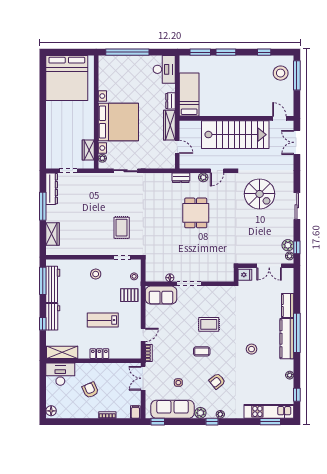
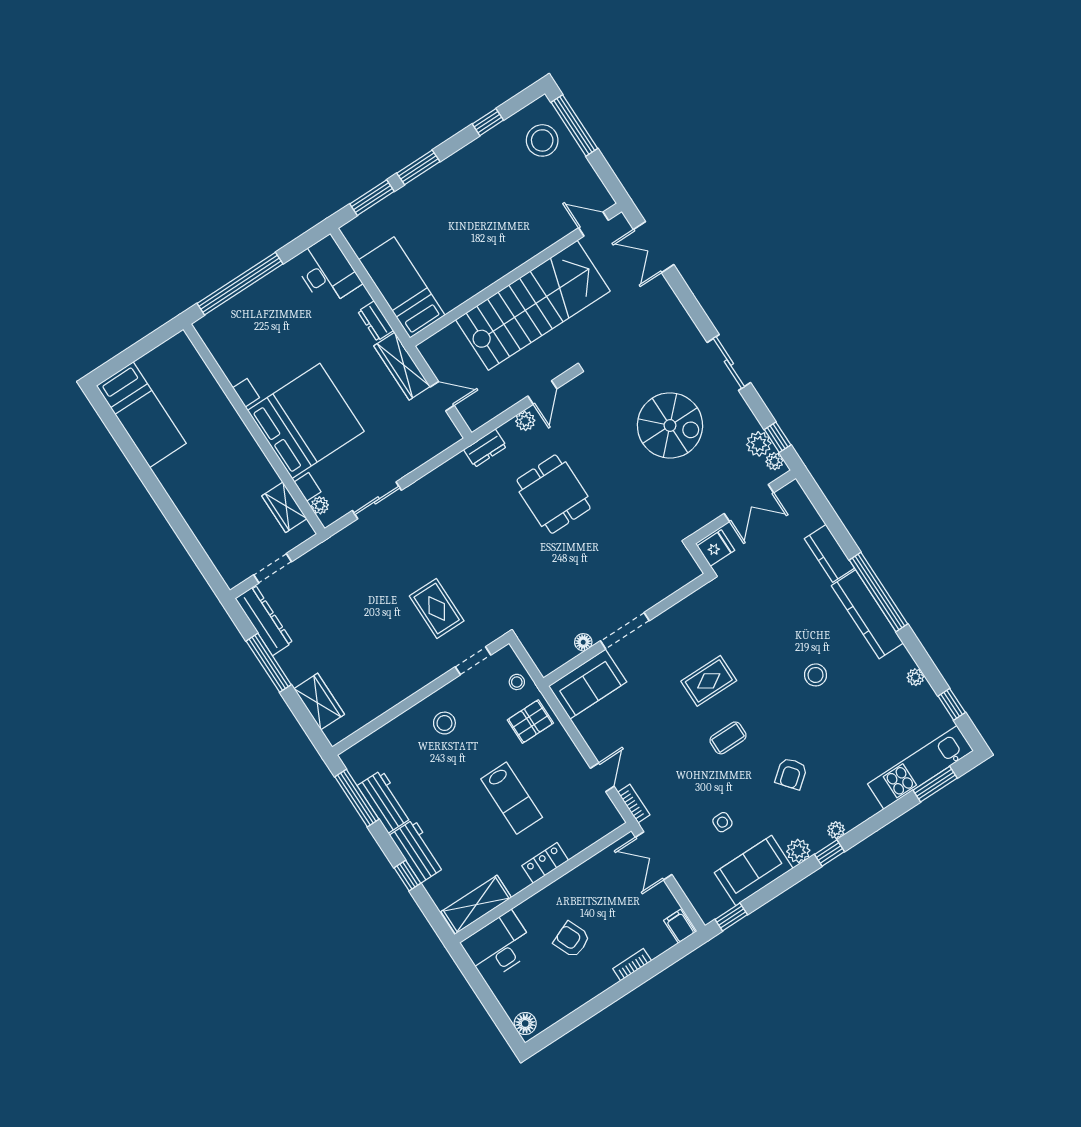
bed: (67, 78) -> (141, 415), width x0.49
spiral stairs: (260, 194) -> (670, 425), moved
workbench: (53, 284) -> (385, 801), width x0.73
lab bench: (103, 320) -> (512, 798), turned -90
sofa: (173, 409) -> (754, 870), width x0.73

